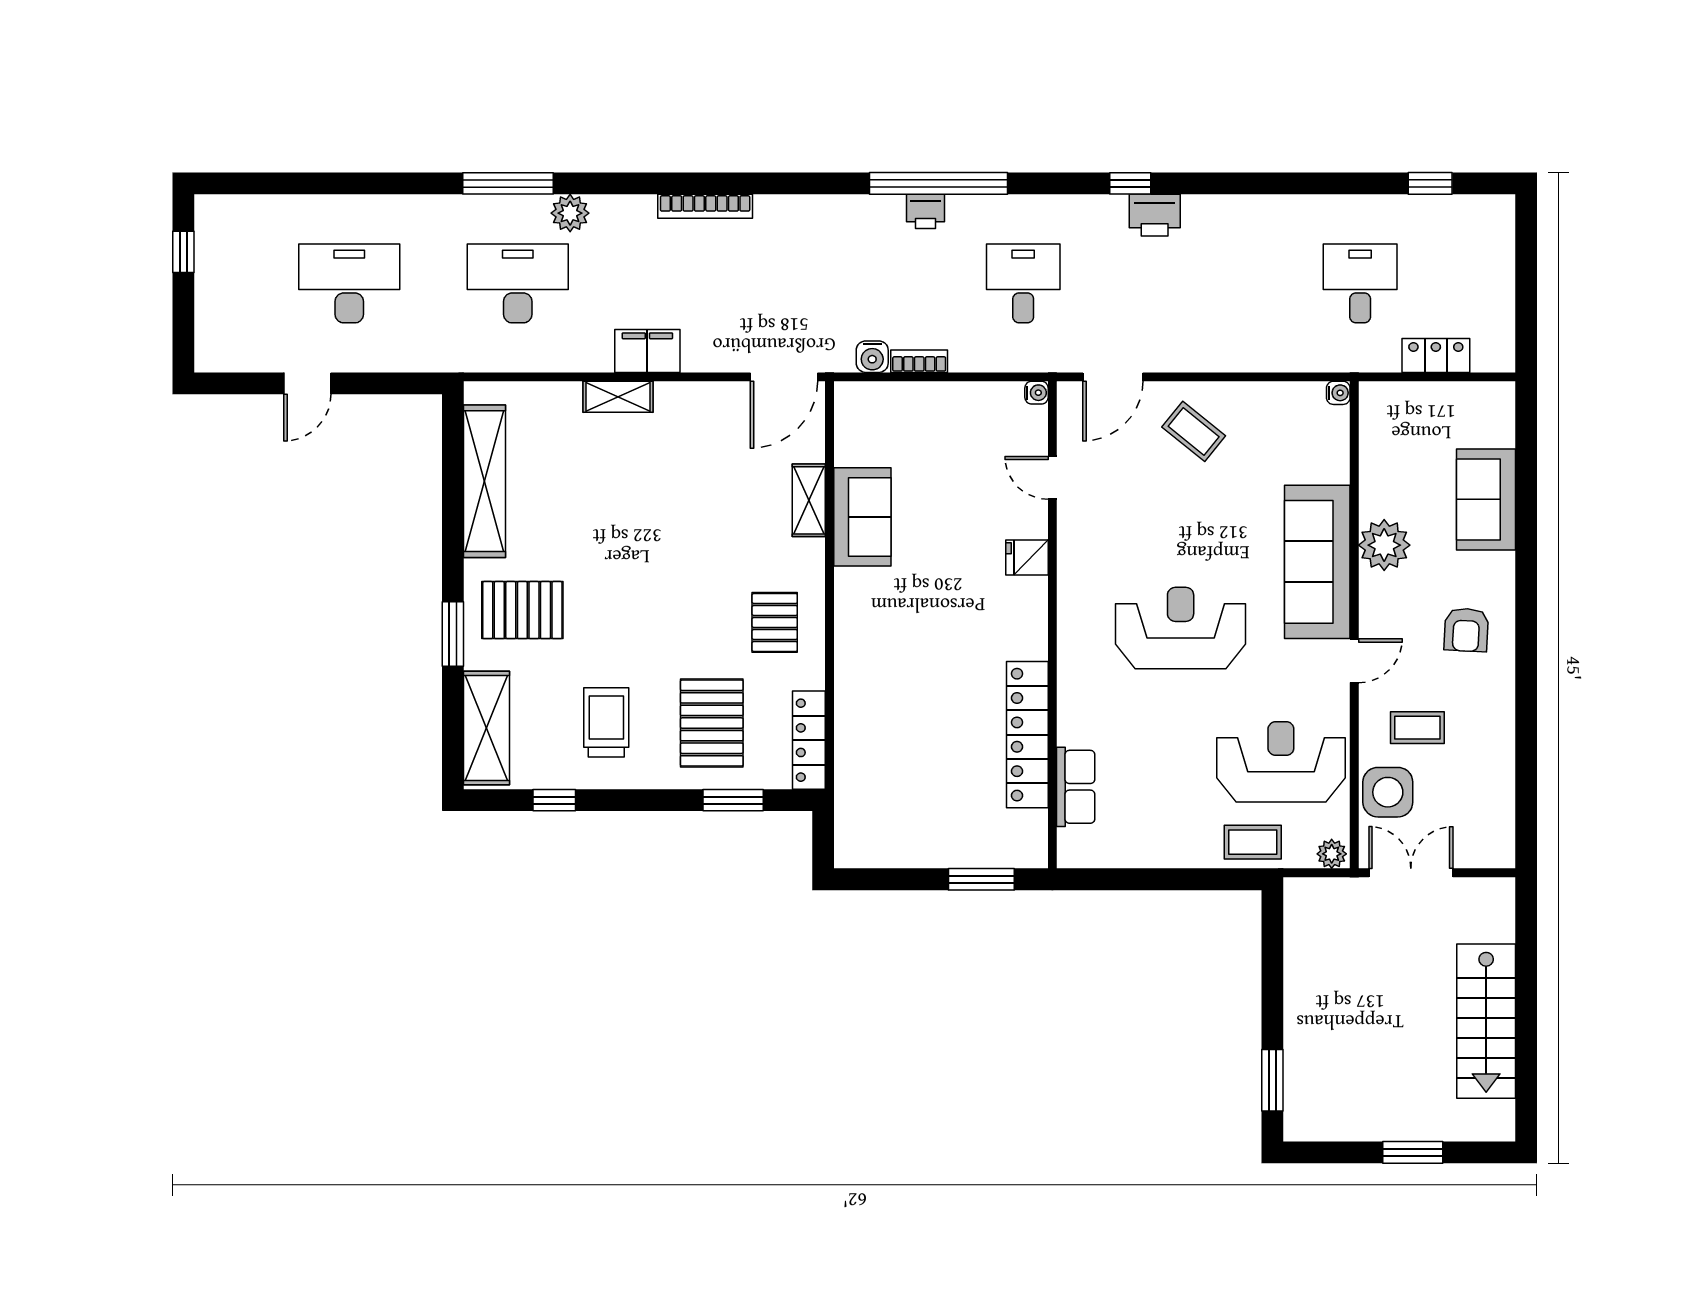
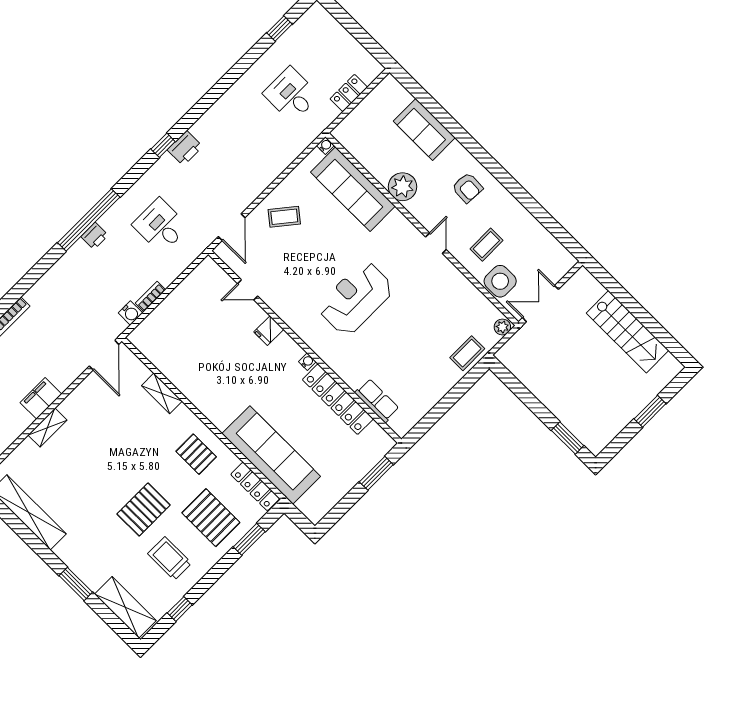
water cooler: (1037, 393) -> (307, 362), moved
sofa: (862, 517) -> (271, 455), moved, width x1.85, depth x1.27
sofa: (1317, 562) -> (353, 189), moved
pallet: (522, 610) -> (144, 509), moved
reception desk: (1281, 762) -> (447, 311), removed

